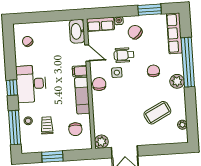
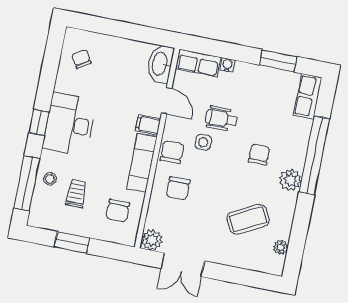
chair: (135, 32) -> (178, 188), moved, turned -134
row of seats: (174, 33) -> (308, 96), width x0.68

